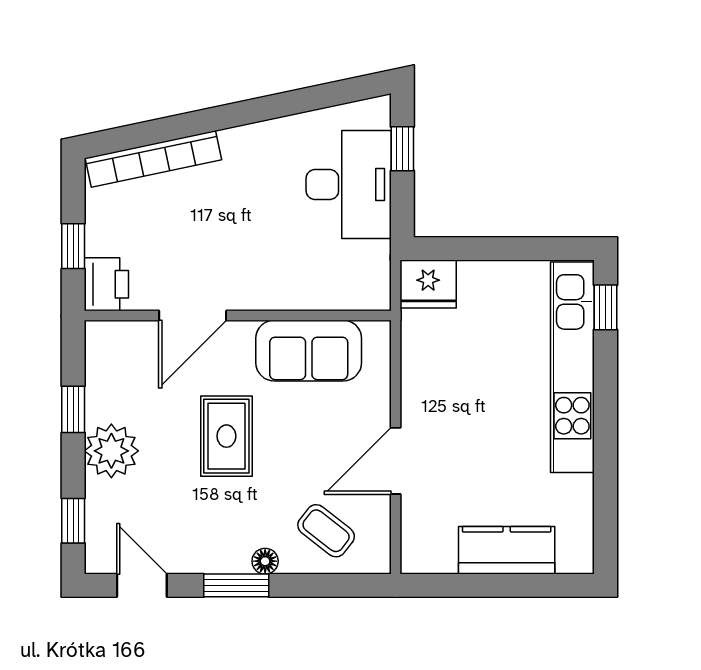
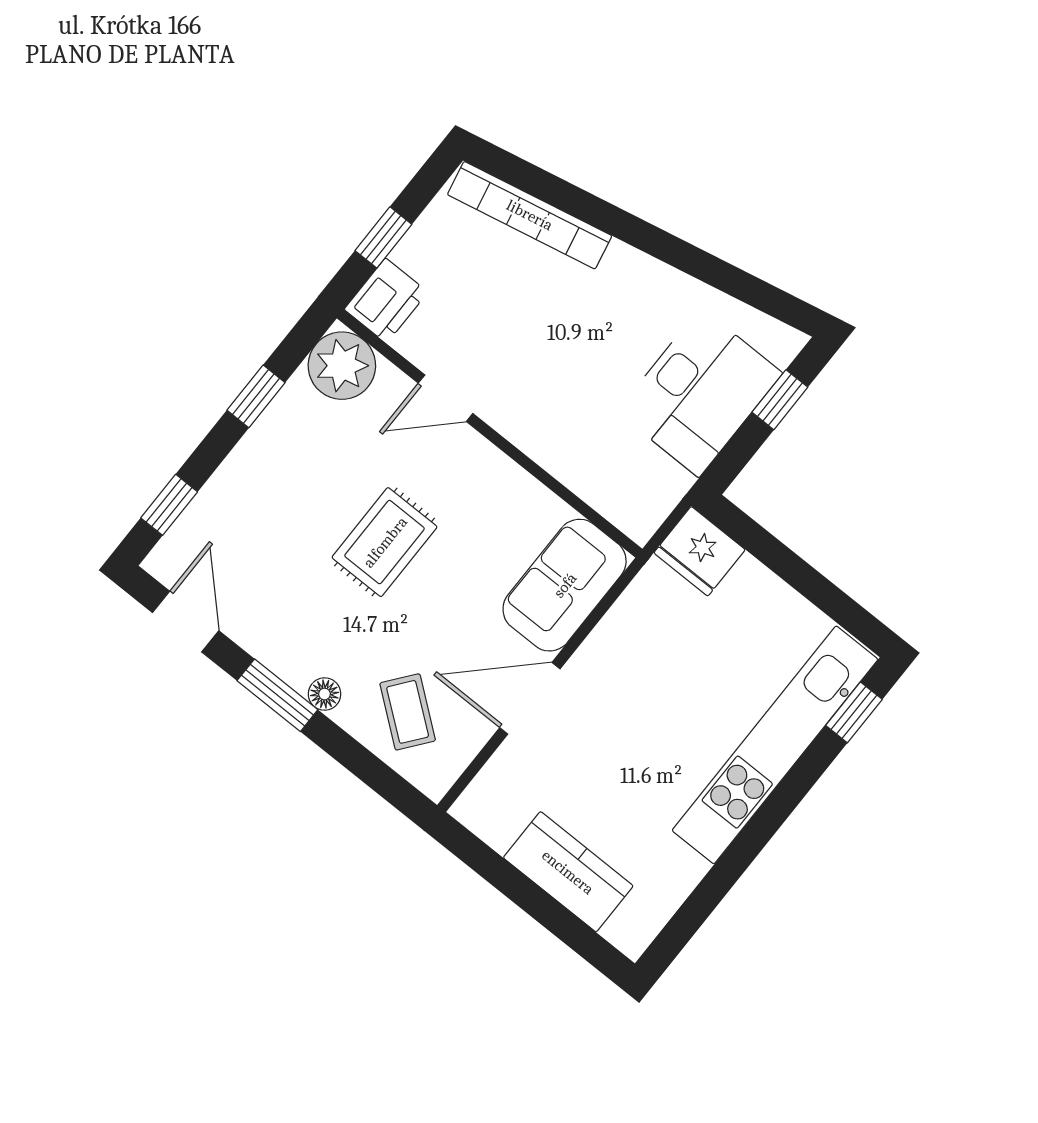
door: (193, 316) -> (446, 398), width x0.73
sofa: (309, 351) -> (565, 585), moved, turned 90
plant: (111, 451) -> (342, 366), moved

